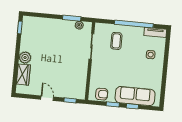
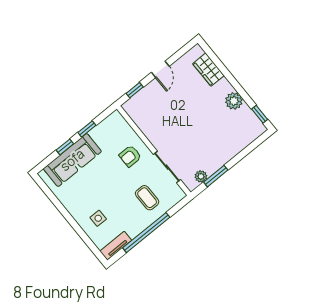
plant: (25, 58) -> (234, 101), moved
armchair: (102, 94) -> (130, 156), moved
door: (47, 98) -> (160, 69), hinge flipped

